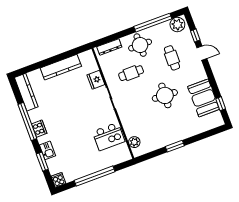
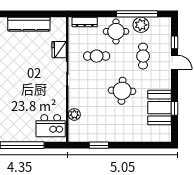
plant: (177, 25) -> (141, 25), moved
window: (221, 104) -> (175, 108), moved
kitchen island: (109, 136) -> (51, 126), moved
plant: (134, 142) -> (74, 114), moved
window: (175, 146) -> (99, 145), moved

